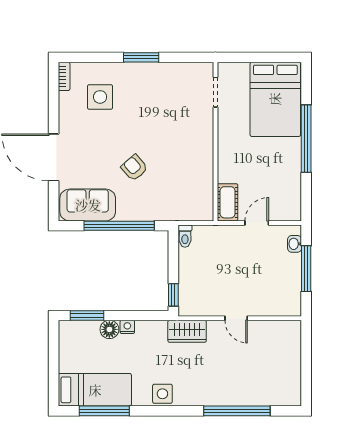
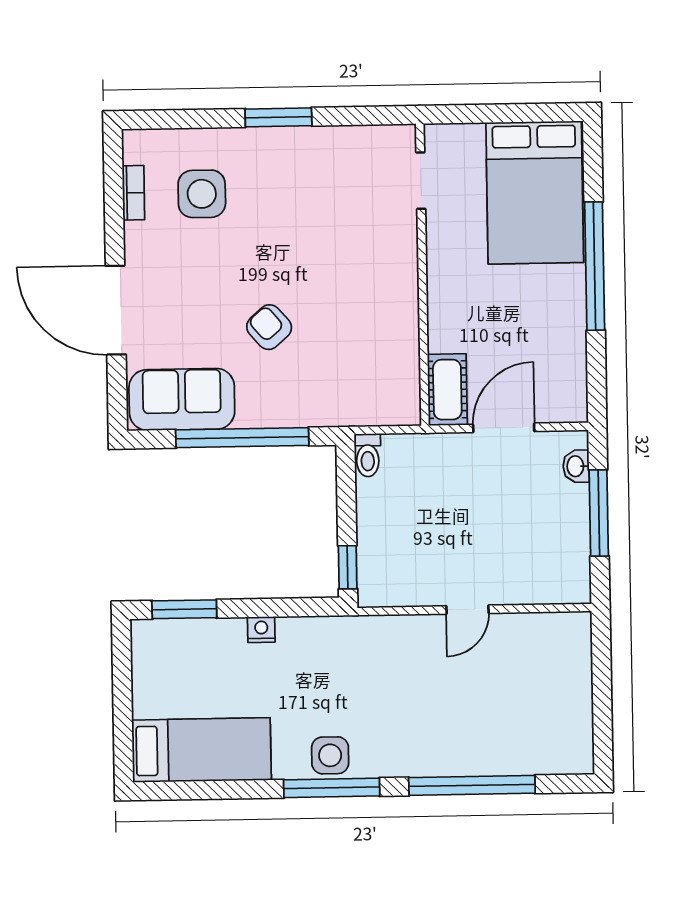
bookcase: (64, 76) -> (133, 193), moved
door: (257, 223) -> (504, 428), width x1.38
door: (236, 318) -> (467, 610), hinge flipped
floor lamp: (109, 329) -> (227, 635), removed
wardrobe: (187, 331) -> (375, 636), removed
window: (104, 411) -> (332, 788), moved

